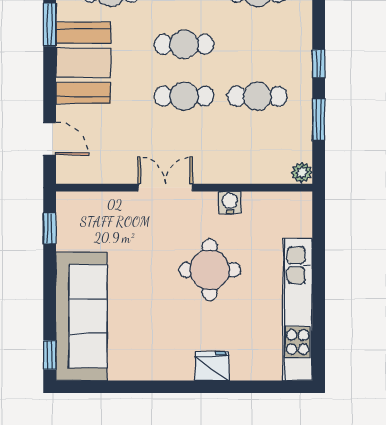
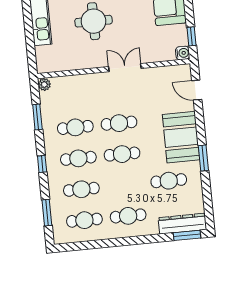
cafe table: (257, 44) -> (78, 158), added
window: (319, 64) -> (42, 164), moved
double door: (165, 188) -> (125, 68), swing flipped
water cooler: (230, 202) -> (183, 53), moved, turned -90

